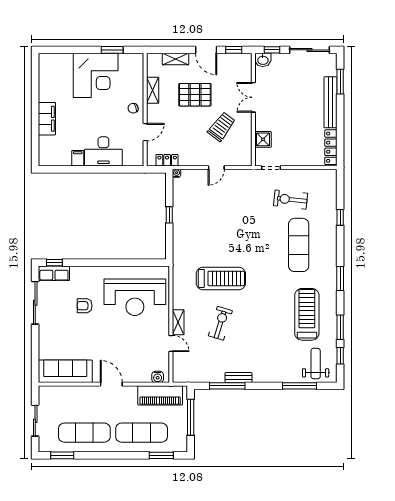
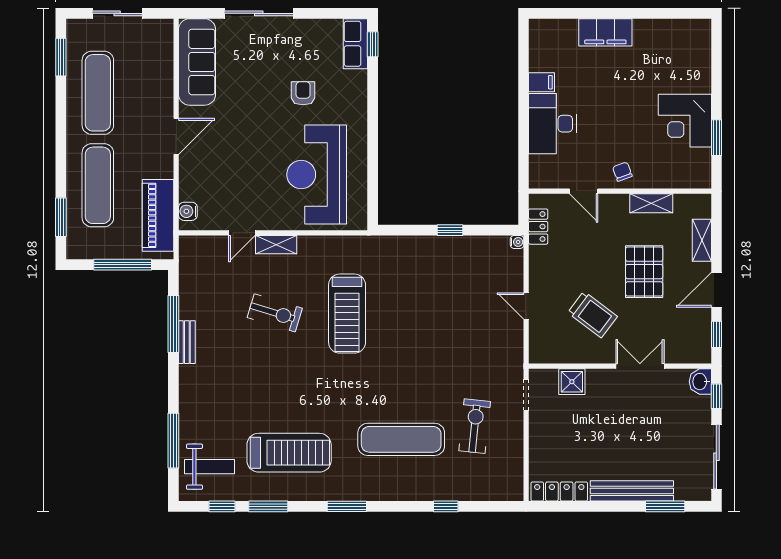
corner desk: (96, 75) -> (685, 121), width x0.74, depth x0.74
sliding door: (35, 303) -> (259, 13), moved

